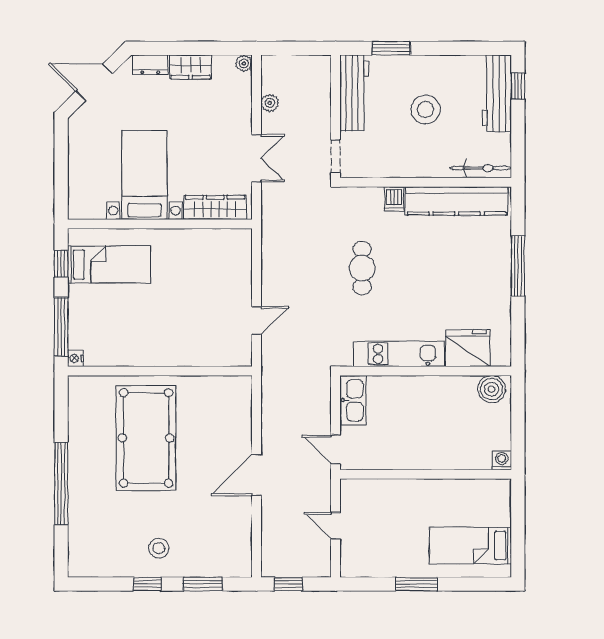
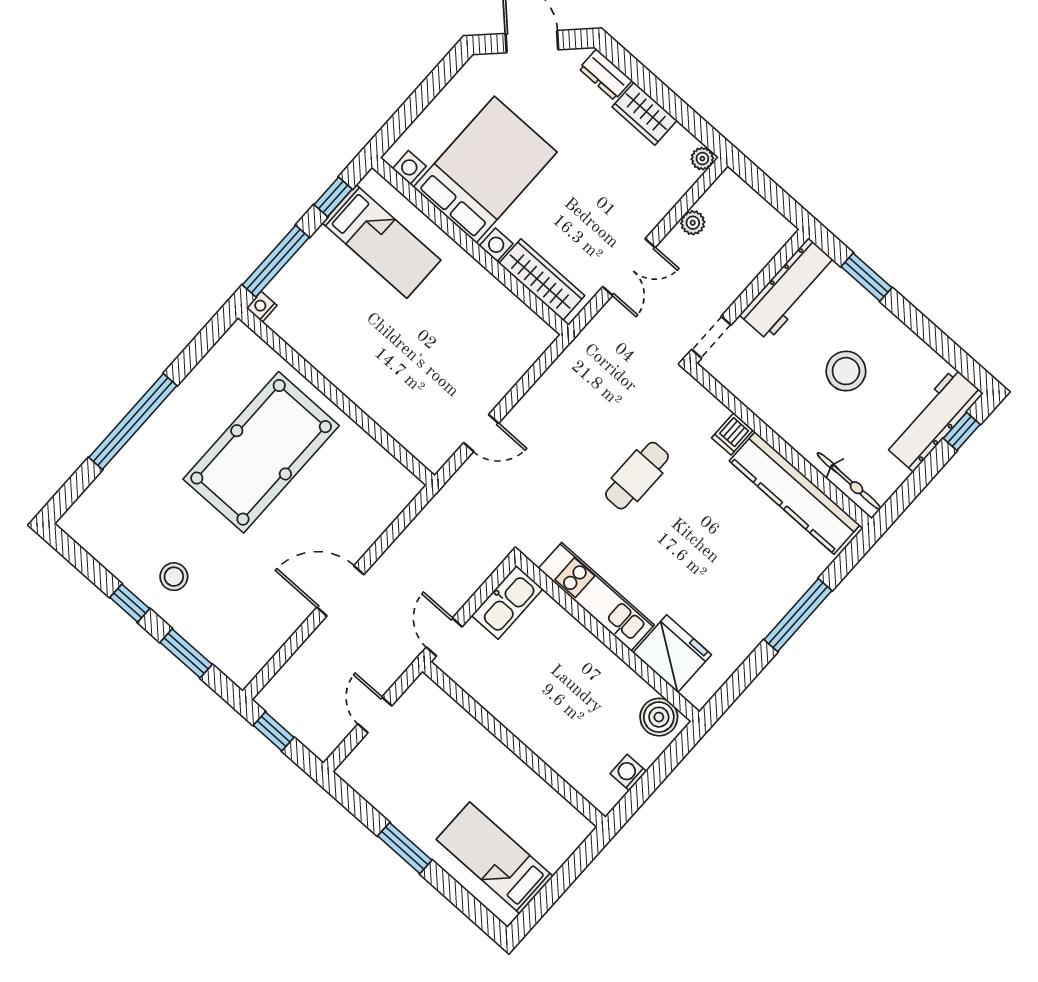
bed with nightstands: (144, 175) -> (485, 170), width x1.36
washing machine: (502, 460) -> (628, 773), moved, turned -90

